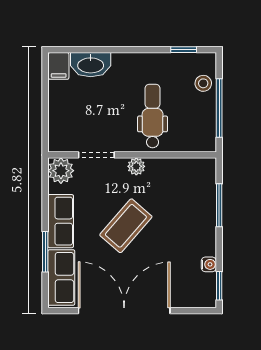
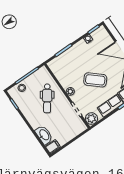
dental chair: (153, 116) -> (47, 98), turned -55

